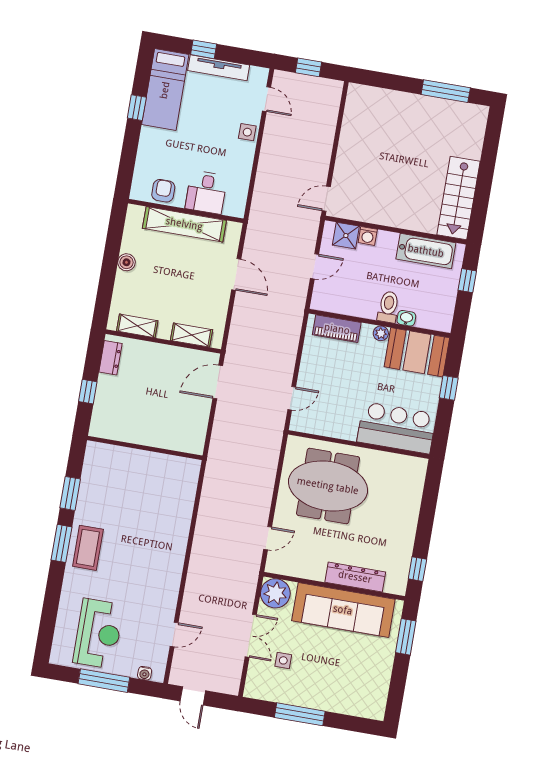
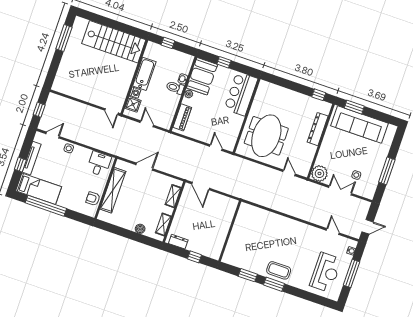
window: (137, 108) -> (46, 206), width x3.17
desk: (206, 192) -> (99, 164), moved, turned -90
stairs: (459, 198) -> (114, 42), width x1.36, depth x1.51
bathtub: (426, 251) -> (144, 74), moved
boiler: (126, 262) -> (140, 229), moved
sofa: (343, 610) -> (359, 124), moved, turned 90
reception desk: (98, 634) -> (326, 272), turned 90

